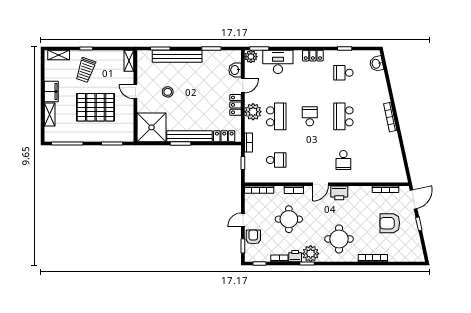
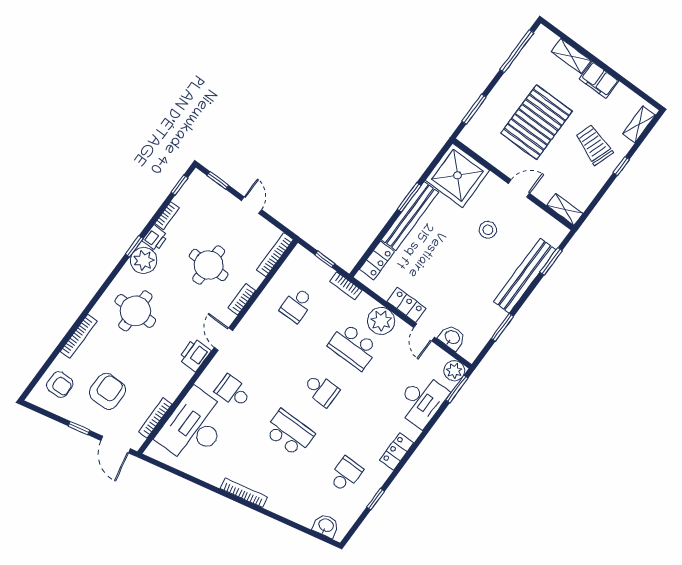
desk: (376, 167) -> (194, 427), added
armchair: (253, 237) -> (60, 384), moved

